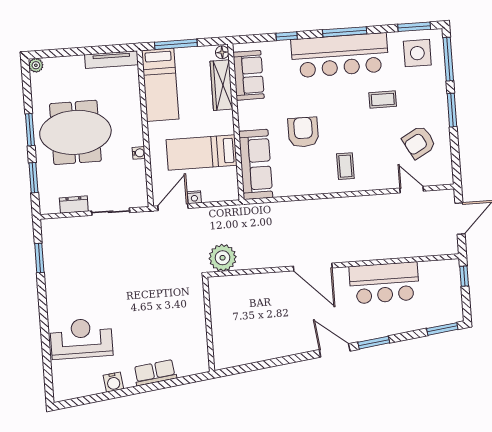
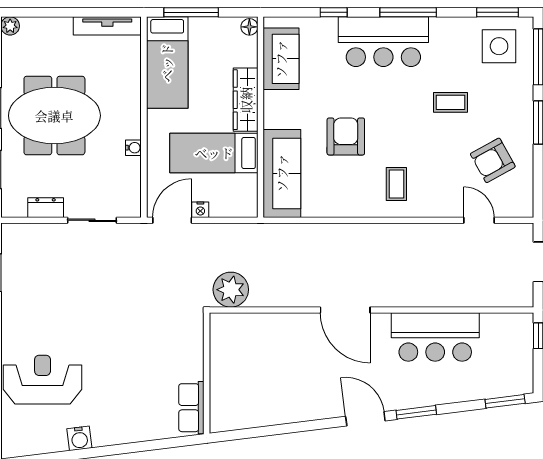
bar counter: (340, 55) -> (383, 42), width x0.73
wardrobe: (221, 85) -> (246, 100), moved
row of seats: (155, 373) -> (191, 408), moved, turned -83

